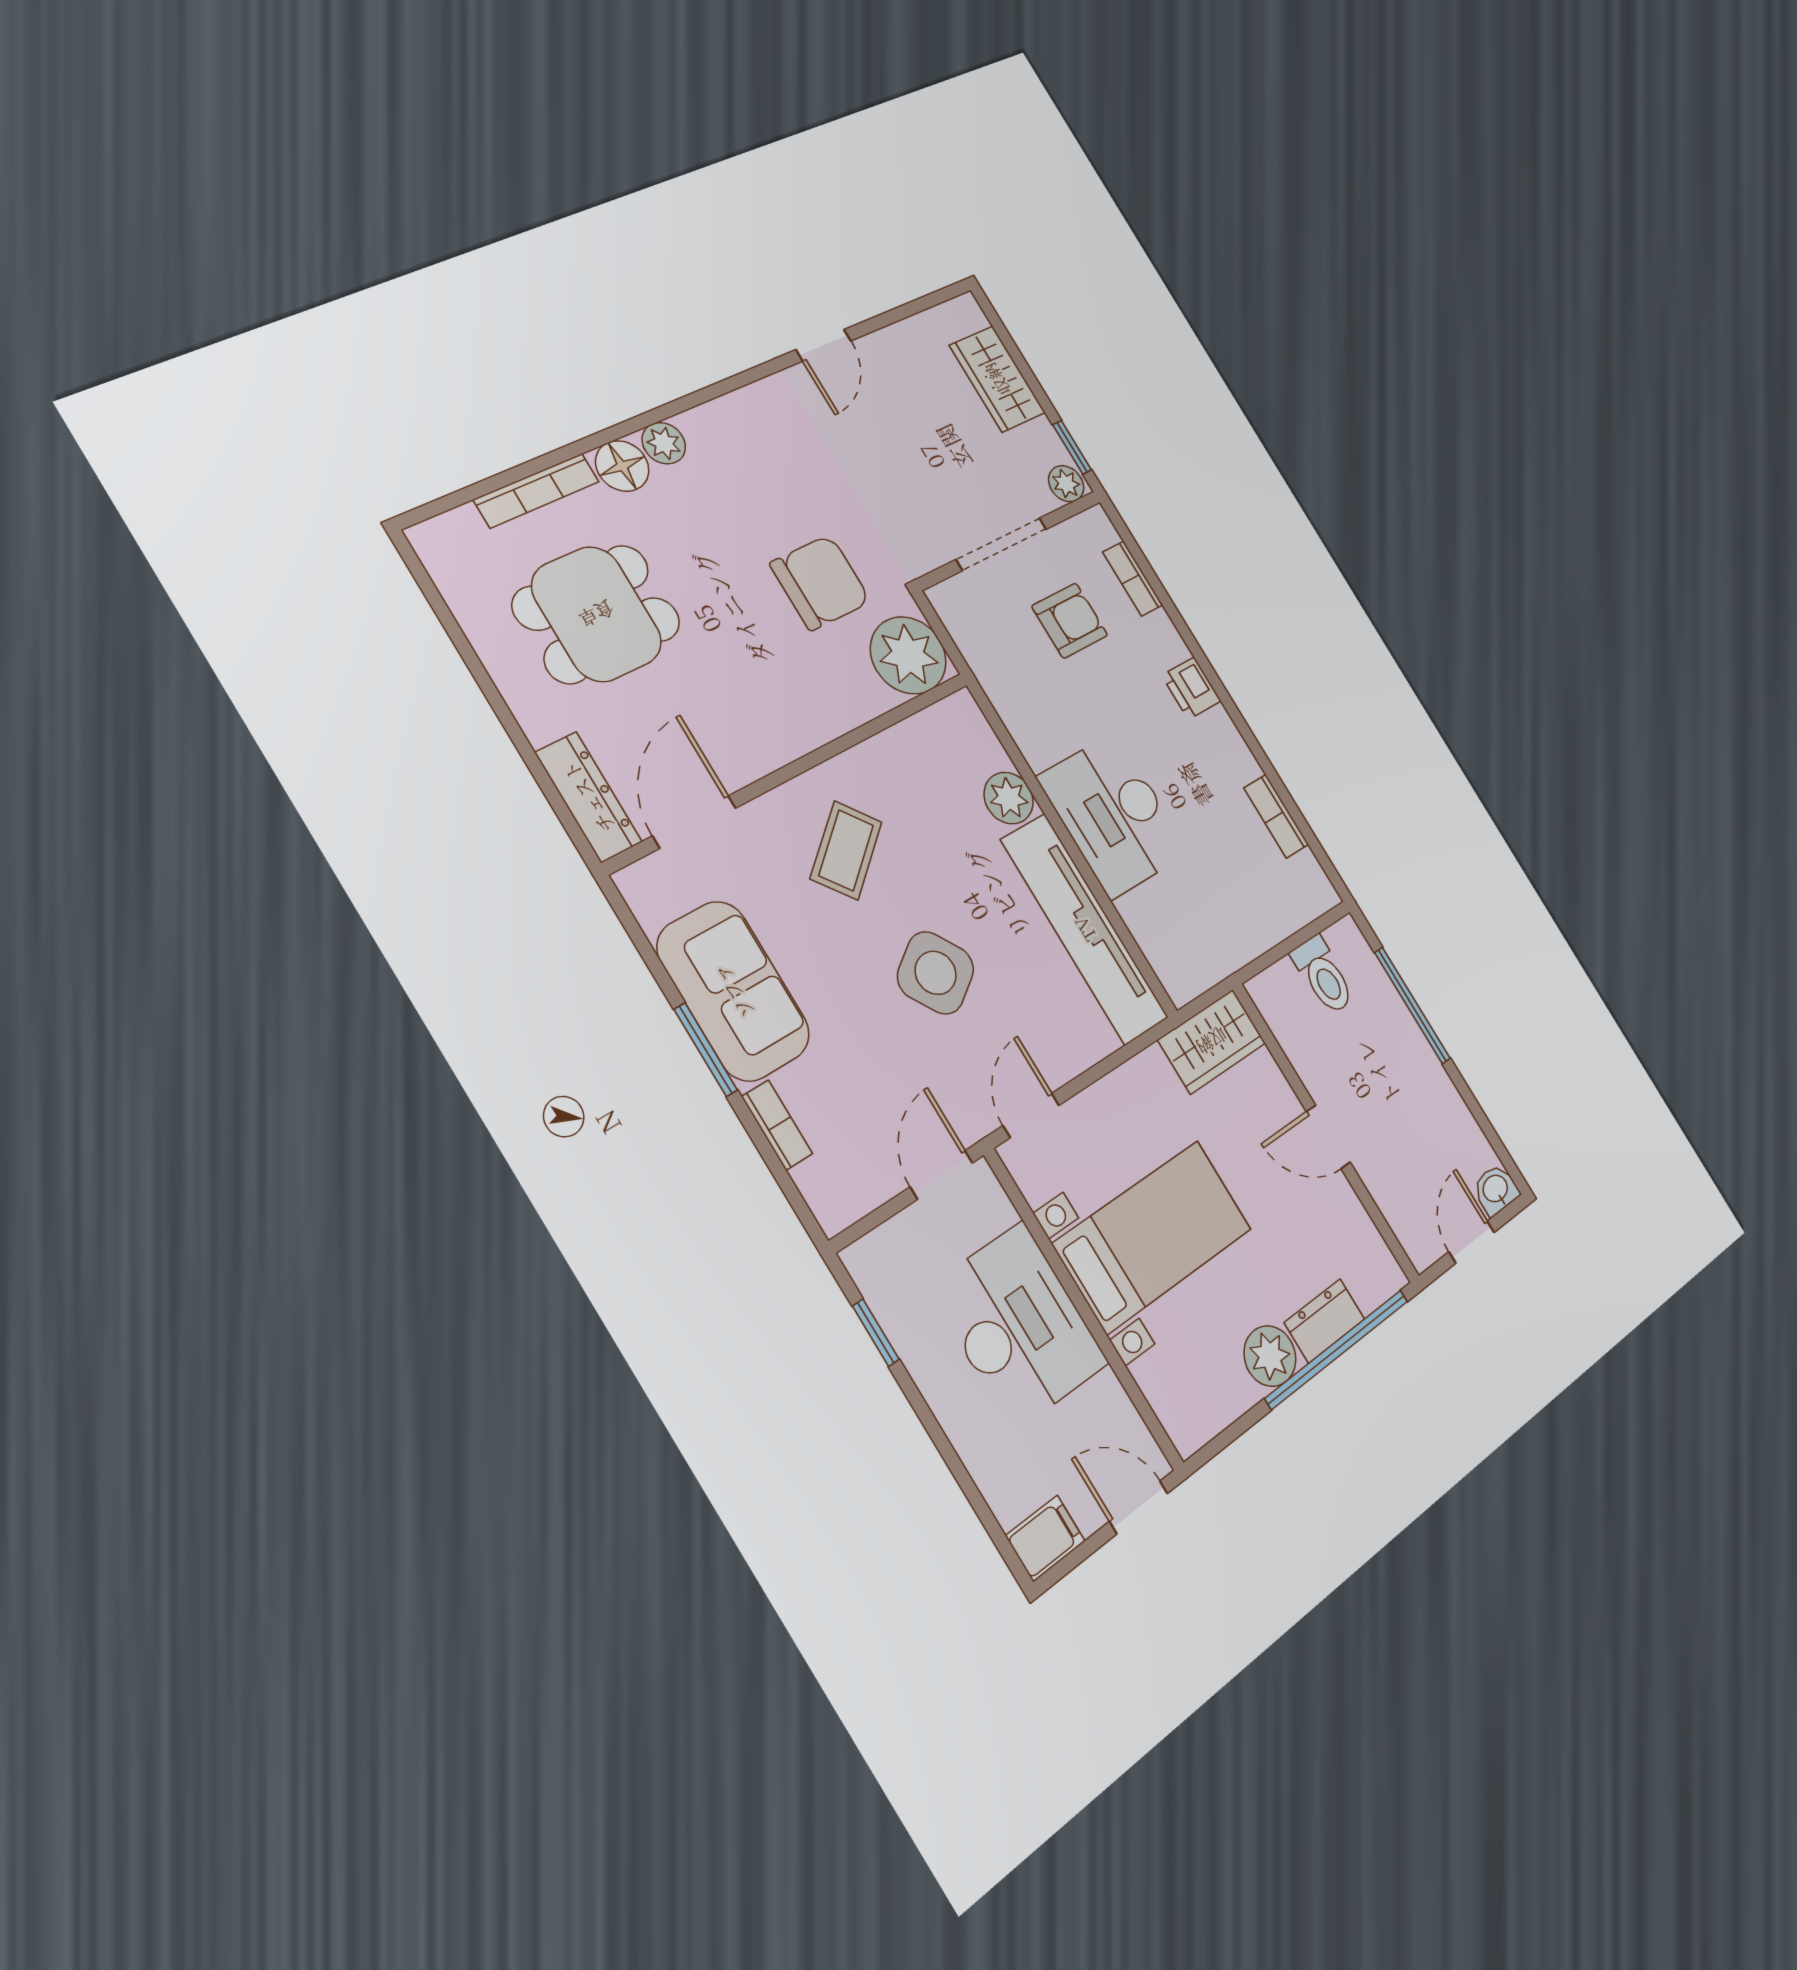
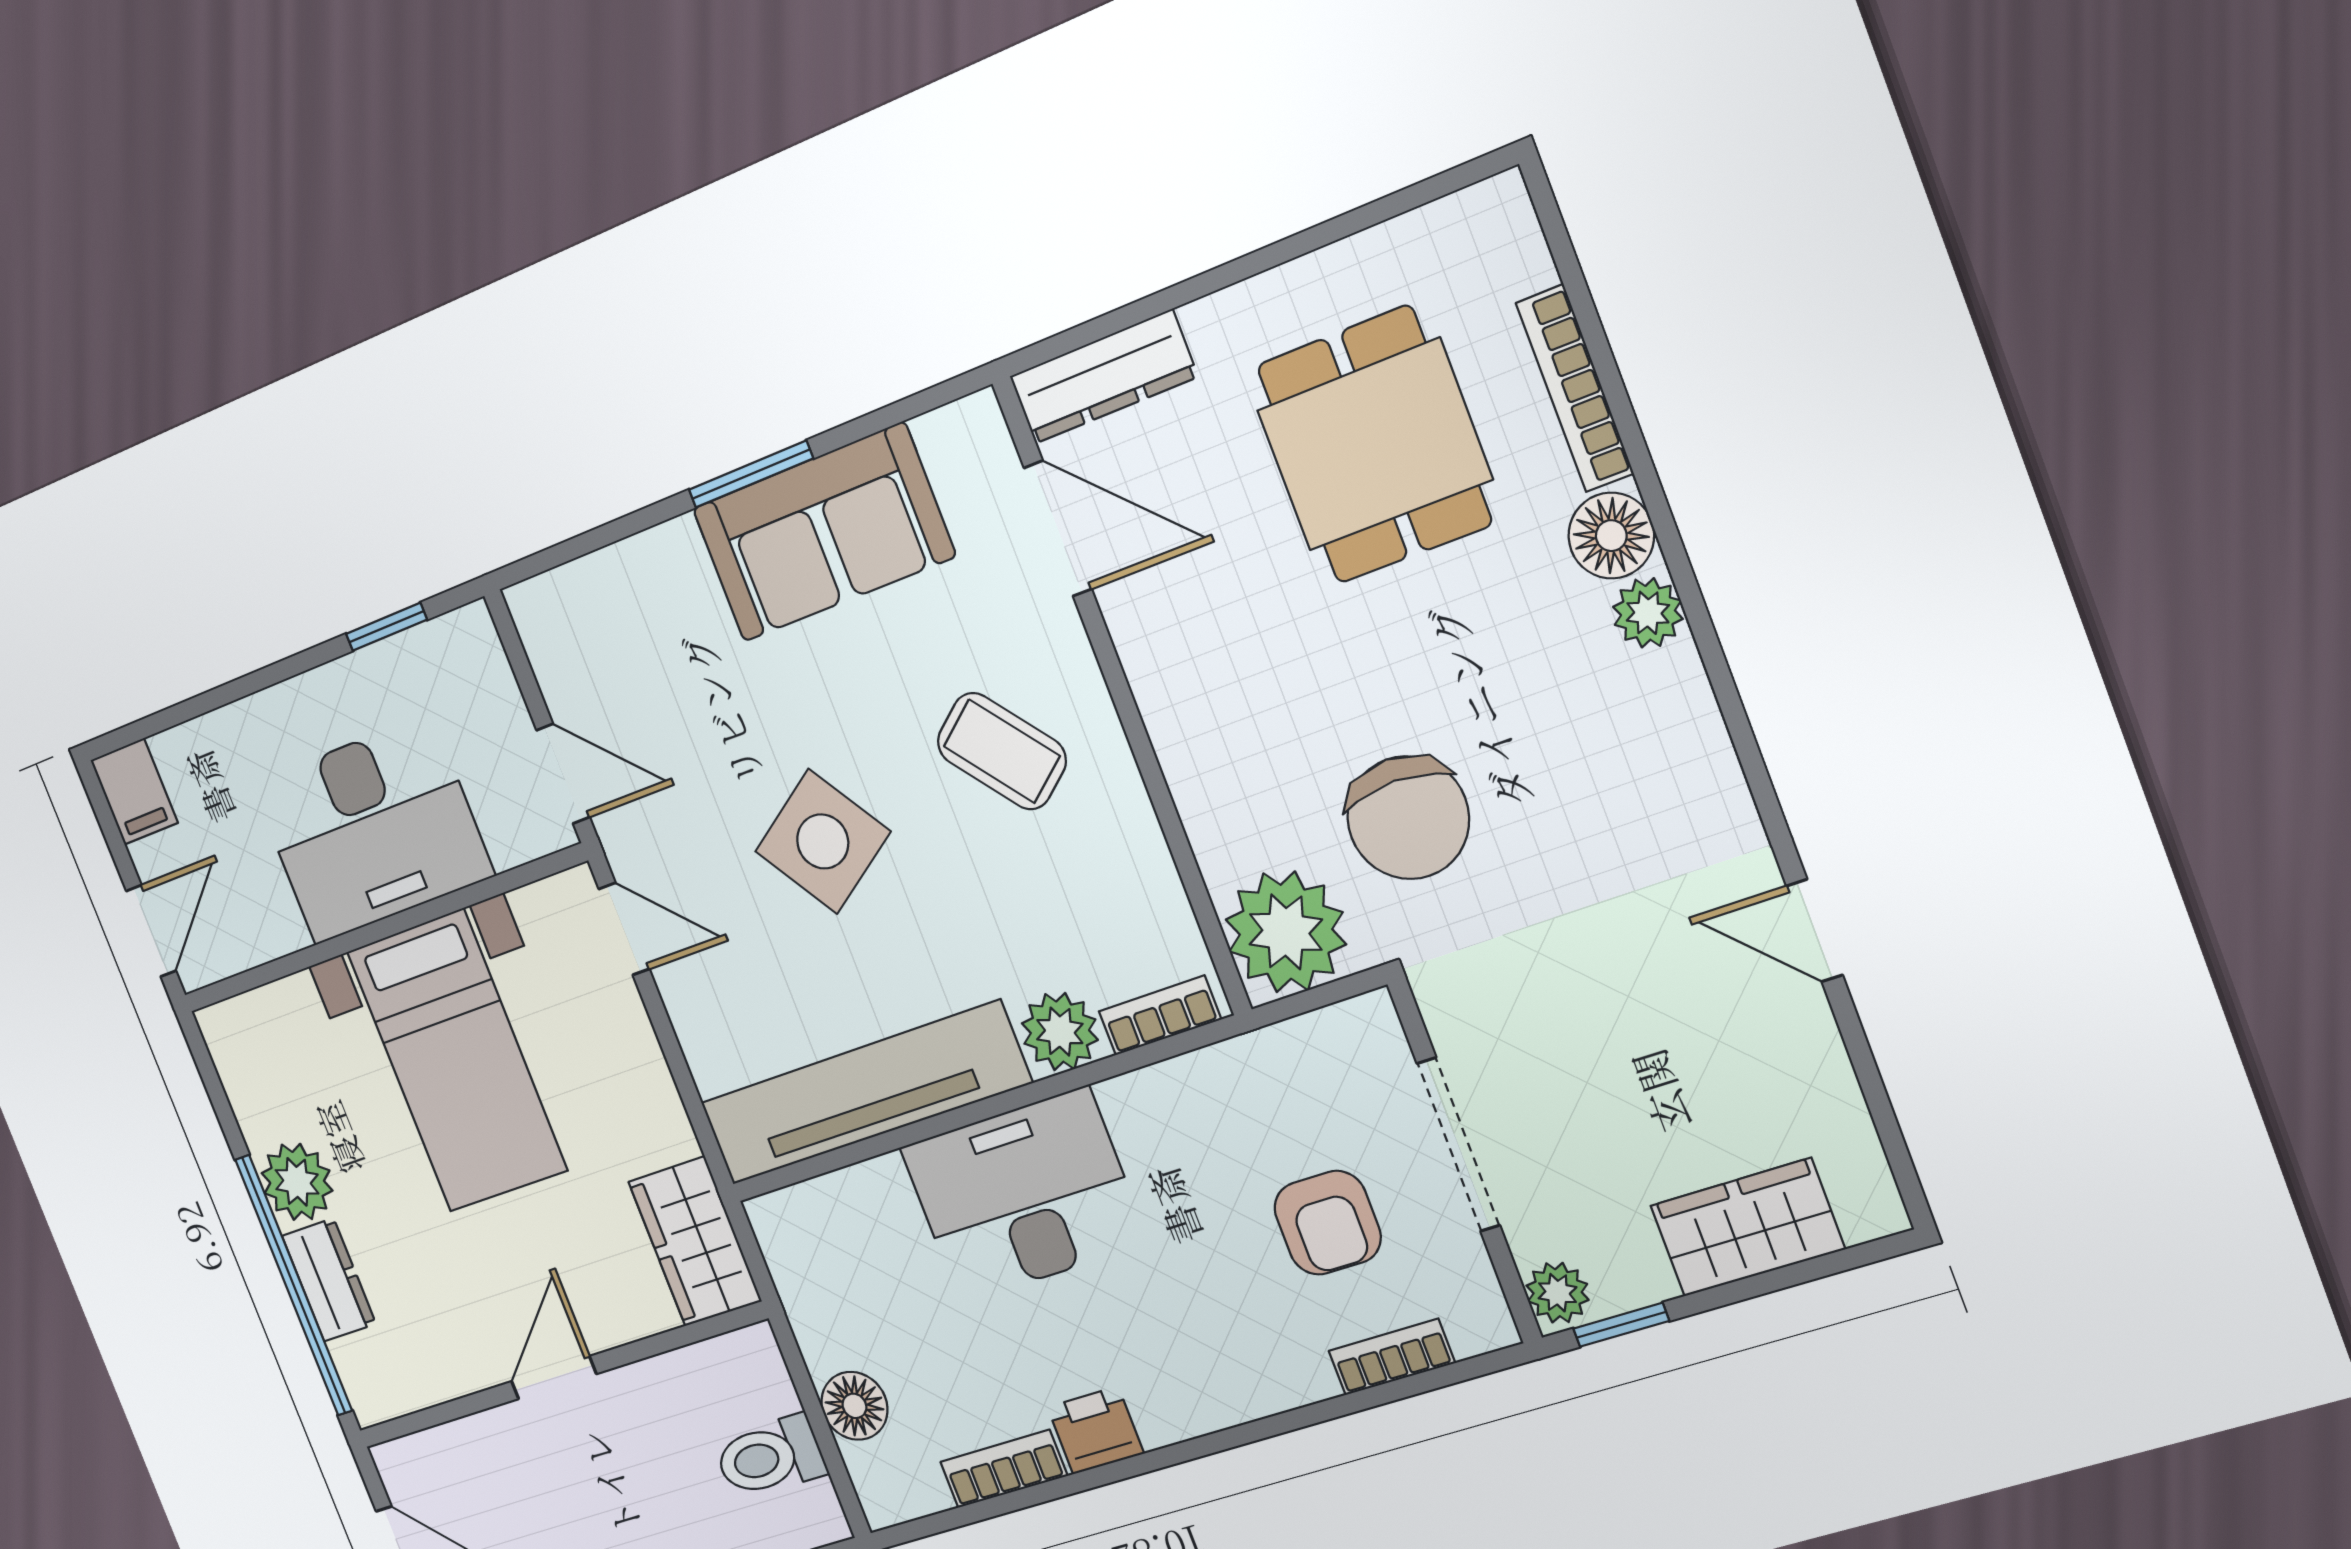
printer: (1191, 688) -> (1096, 1430), moved
floor lamp: (1274, 919) -> (854, 1406), added
bookcase: (777, 1125) -> (1160, 1015), moved, turned 180

